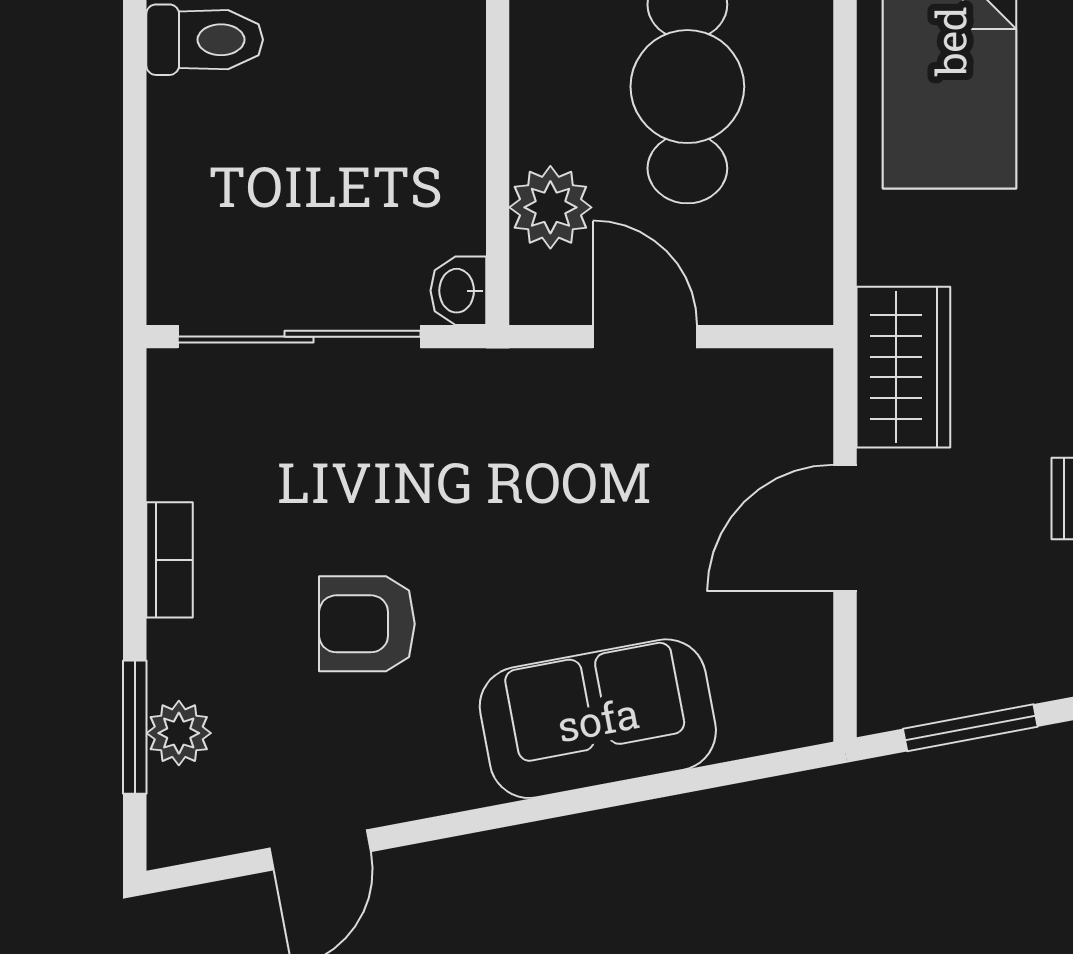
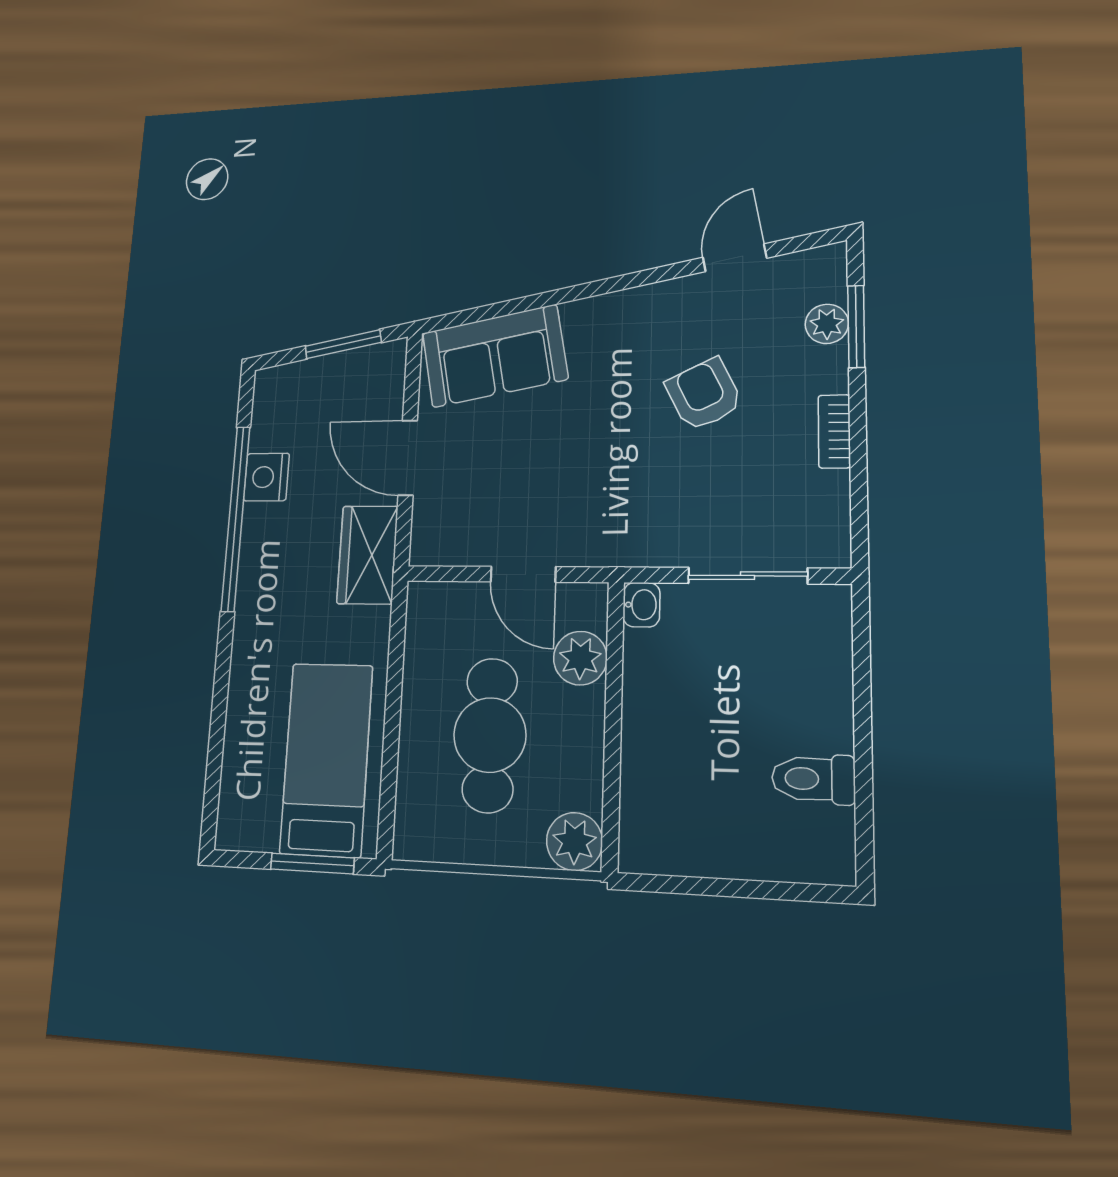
sliding door: (299, 337) -> (747, 576), width x0.73
door: (845, 528) -> (408, 458), swing flipped
armchair: (367, 624) -> (704, 394), turned -116
sofa: (598, 719) -> (495, 356), moved

